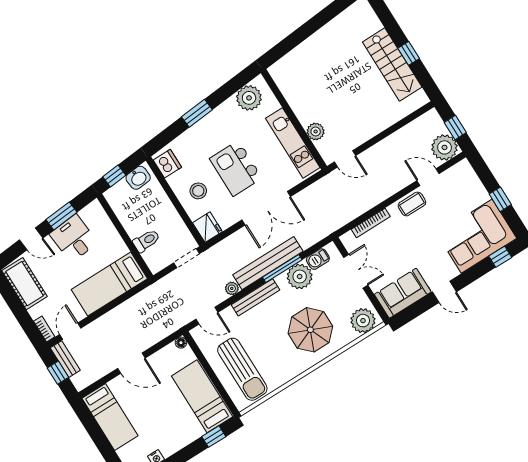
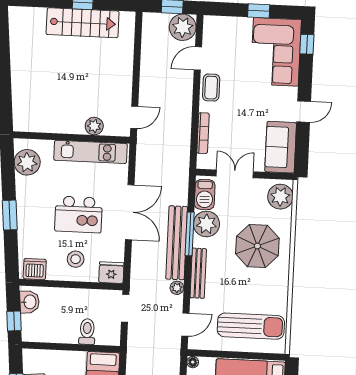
barbecue: (318, 259) -> (205, 195), width x1.38, depth x1.27

